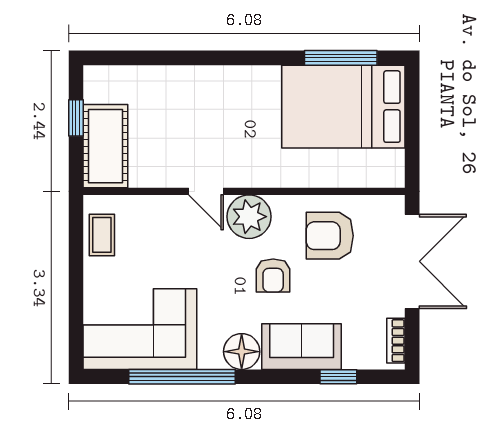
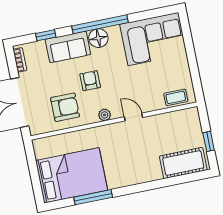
window: (341, 58) -> (93, 197), moved
cot: (105, 146) -> (183, 163), moved, turned 90
plant: (249, 217) -> (105, 115), width x0.53, depth x0.53
coffee table: (102, 235) -> (176, 97), moved, turned 90
window: (182, 377) -> (100, 24), moved

